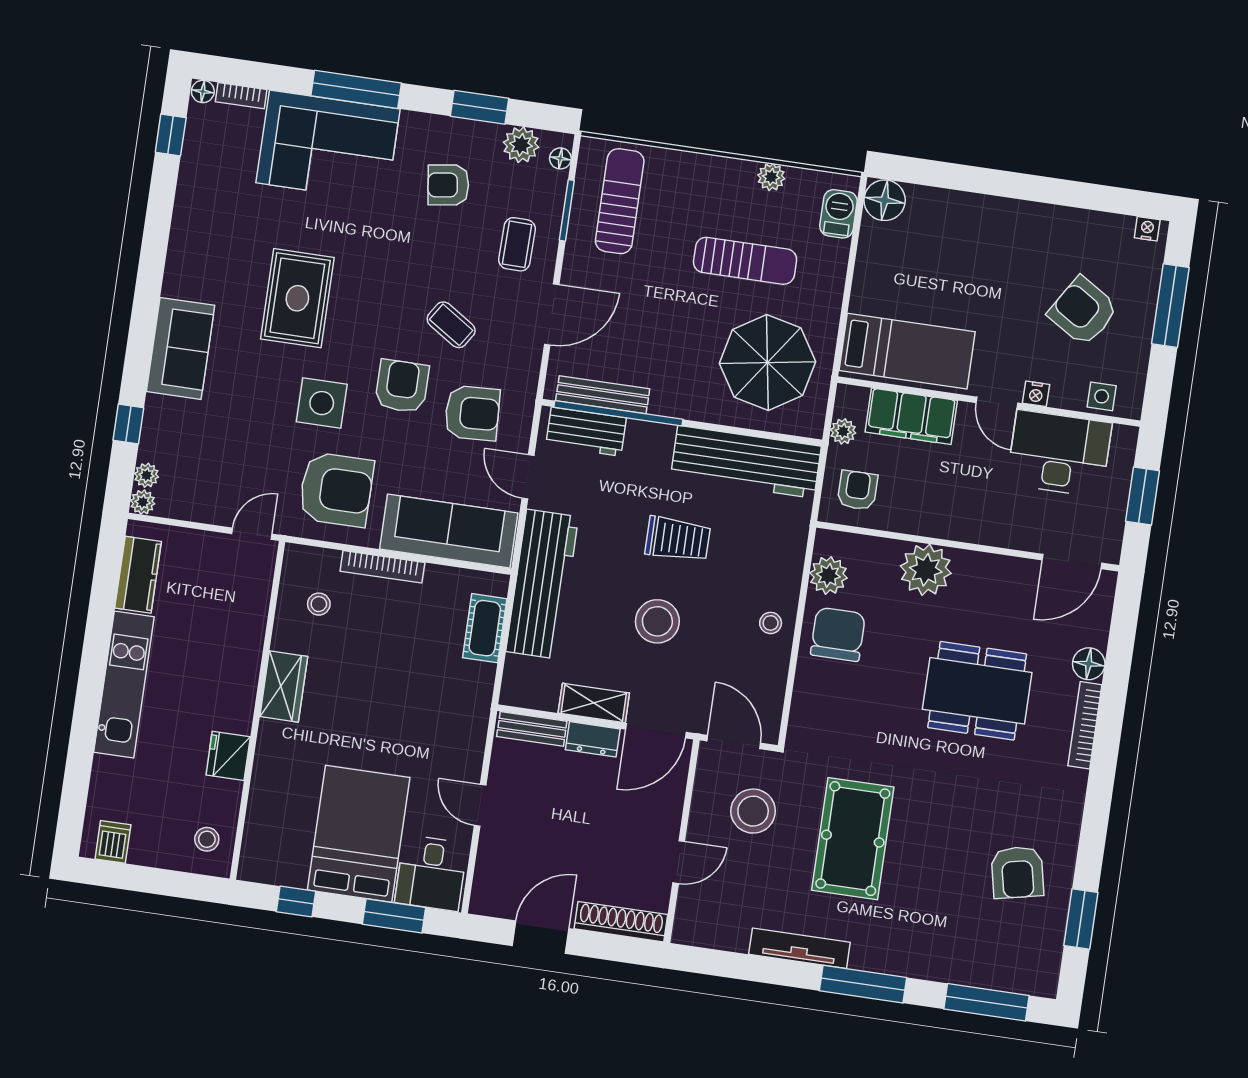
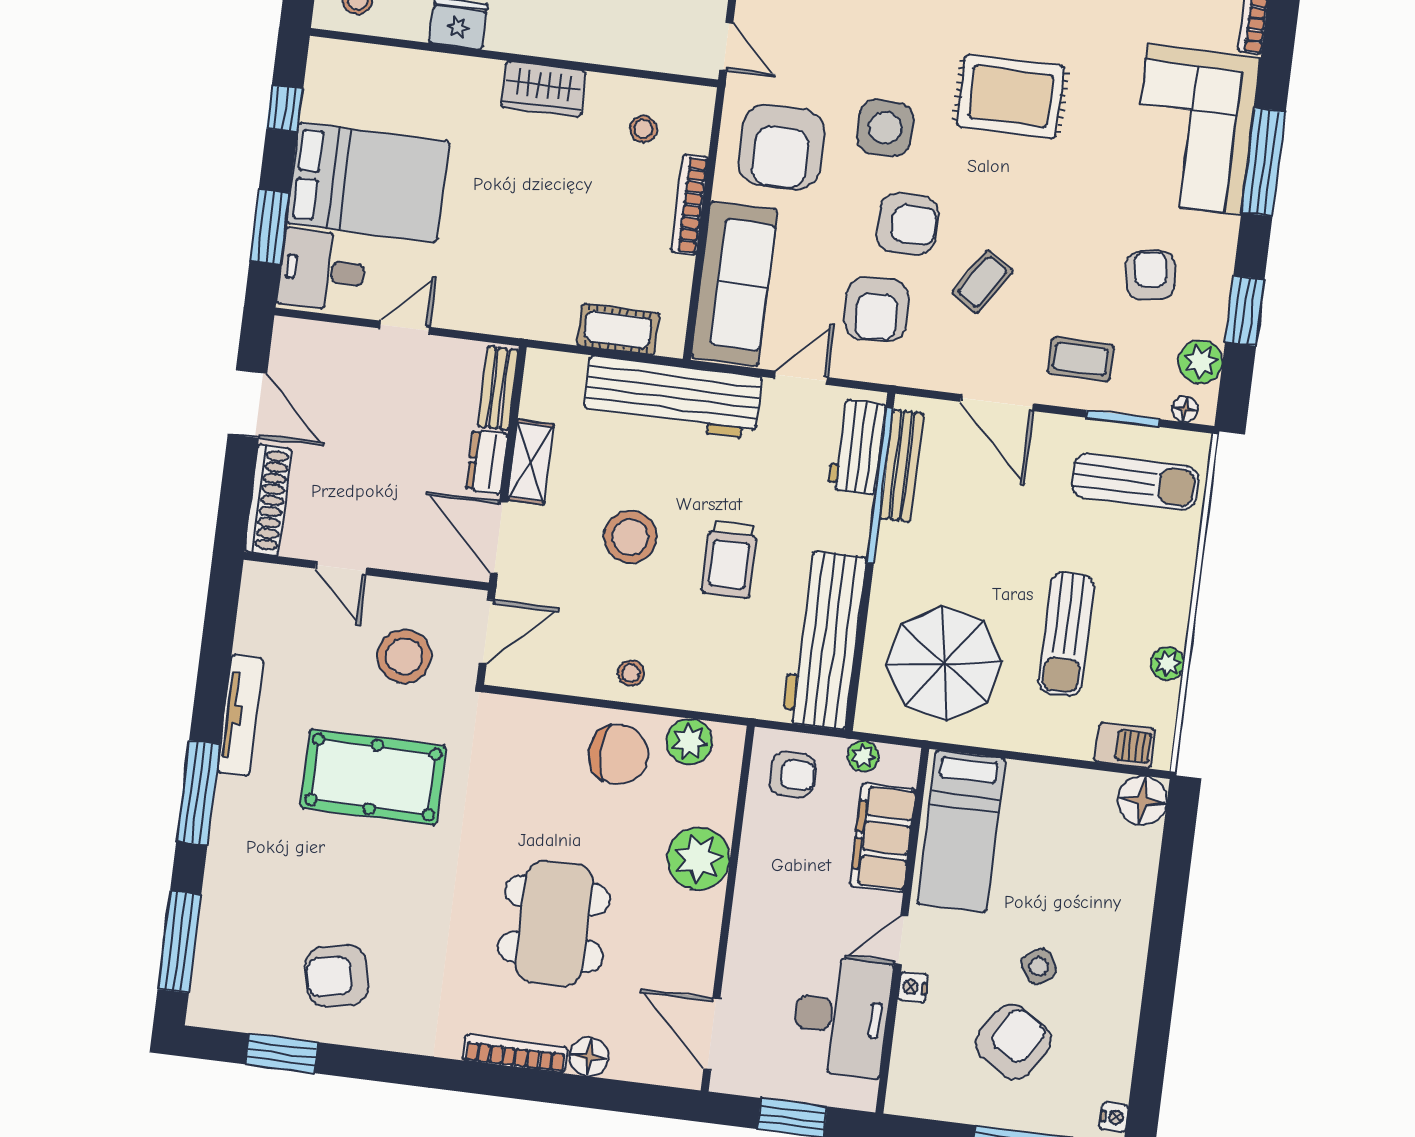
side table: (1102, 396) -> (1039, 966), moved, turned -36

